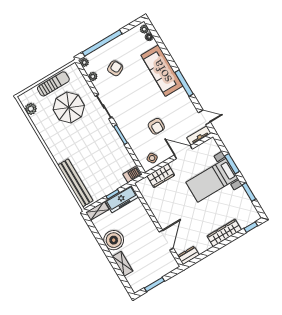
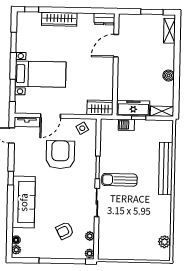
window: (184, 83) -> (11, 178), width x0.46
sun lounger: (53, 84) -> (119, 180), moved
parasol: (69, 108) -> (129, 221), removed
armchair: (156, 126) -> (60, 155), width x1.88, depth x1.88
door: (183, 152) -> (50, 116), hinge flipped
window: (232, 164) -> (13, 90), moved
barbecue: (132, 175) -> (126, 125), moved
wardrobe: (161, 176) -> (100, 108), moved
bench: (75, 183) -> (166, 169), moved
boiler: (114, 240) -> (169, 76), width x0.54, depth x0.54
shelving: (123, 264) -> (169, 31), moved

